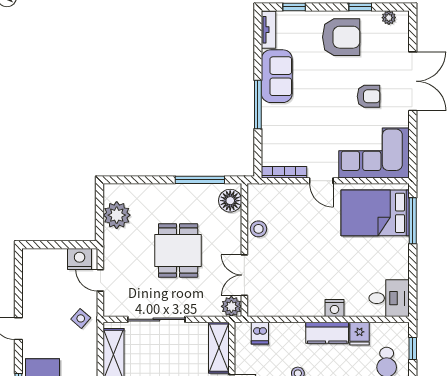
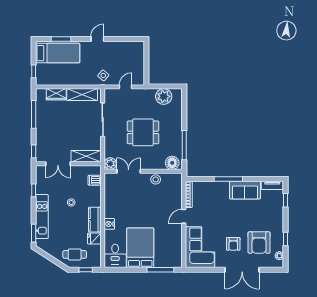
armchair: (341, 37) -> (259, 243), moved
bed: (375, 213) -> (140, 248), moved
nightstand: (80, 259) -> (138, 75), removed

